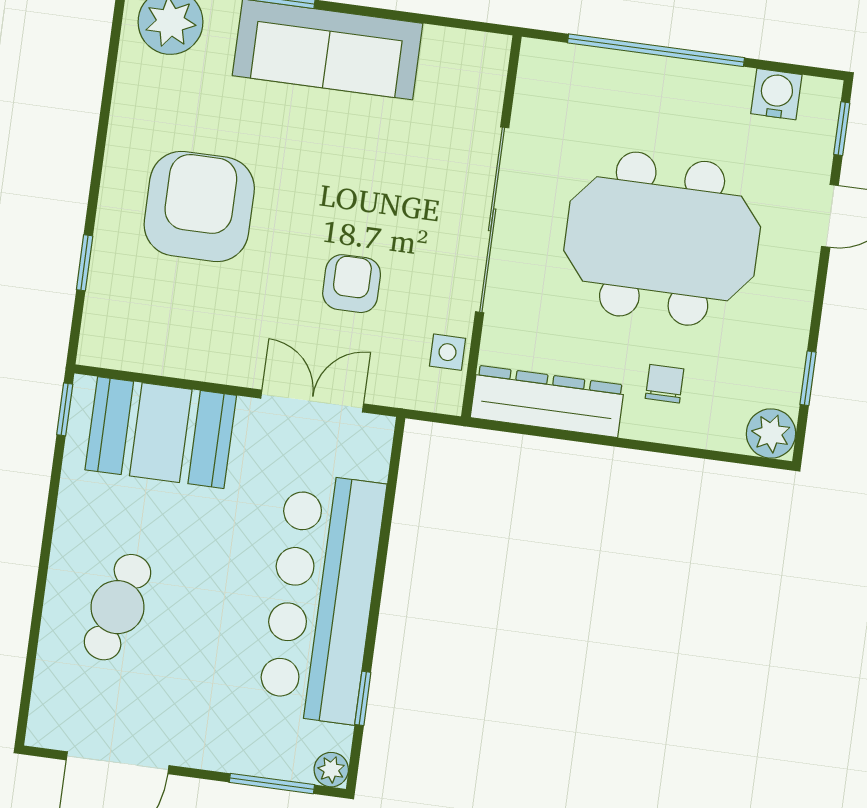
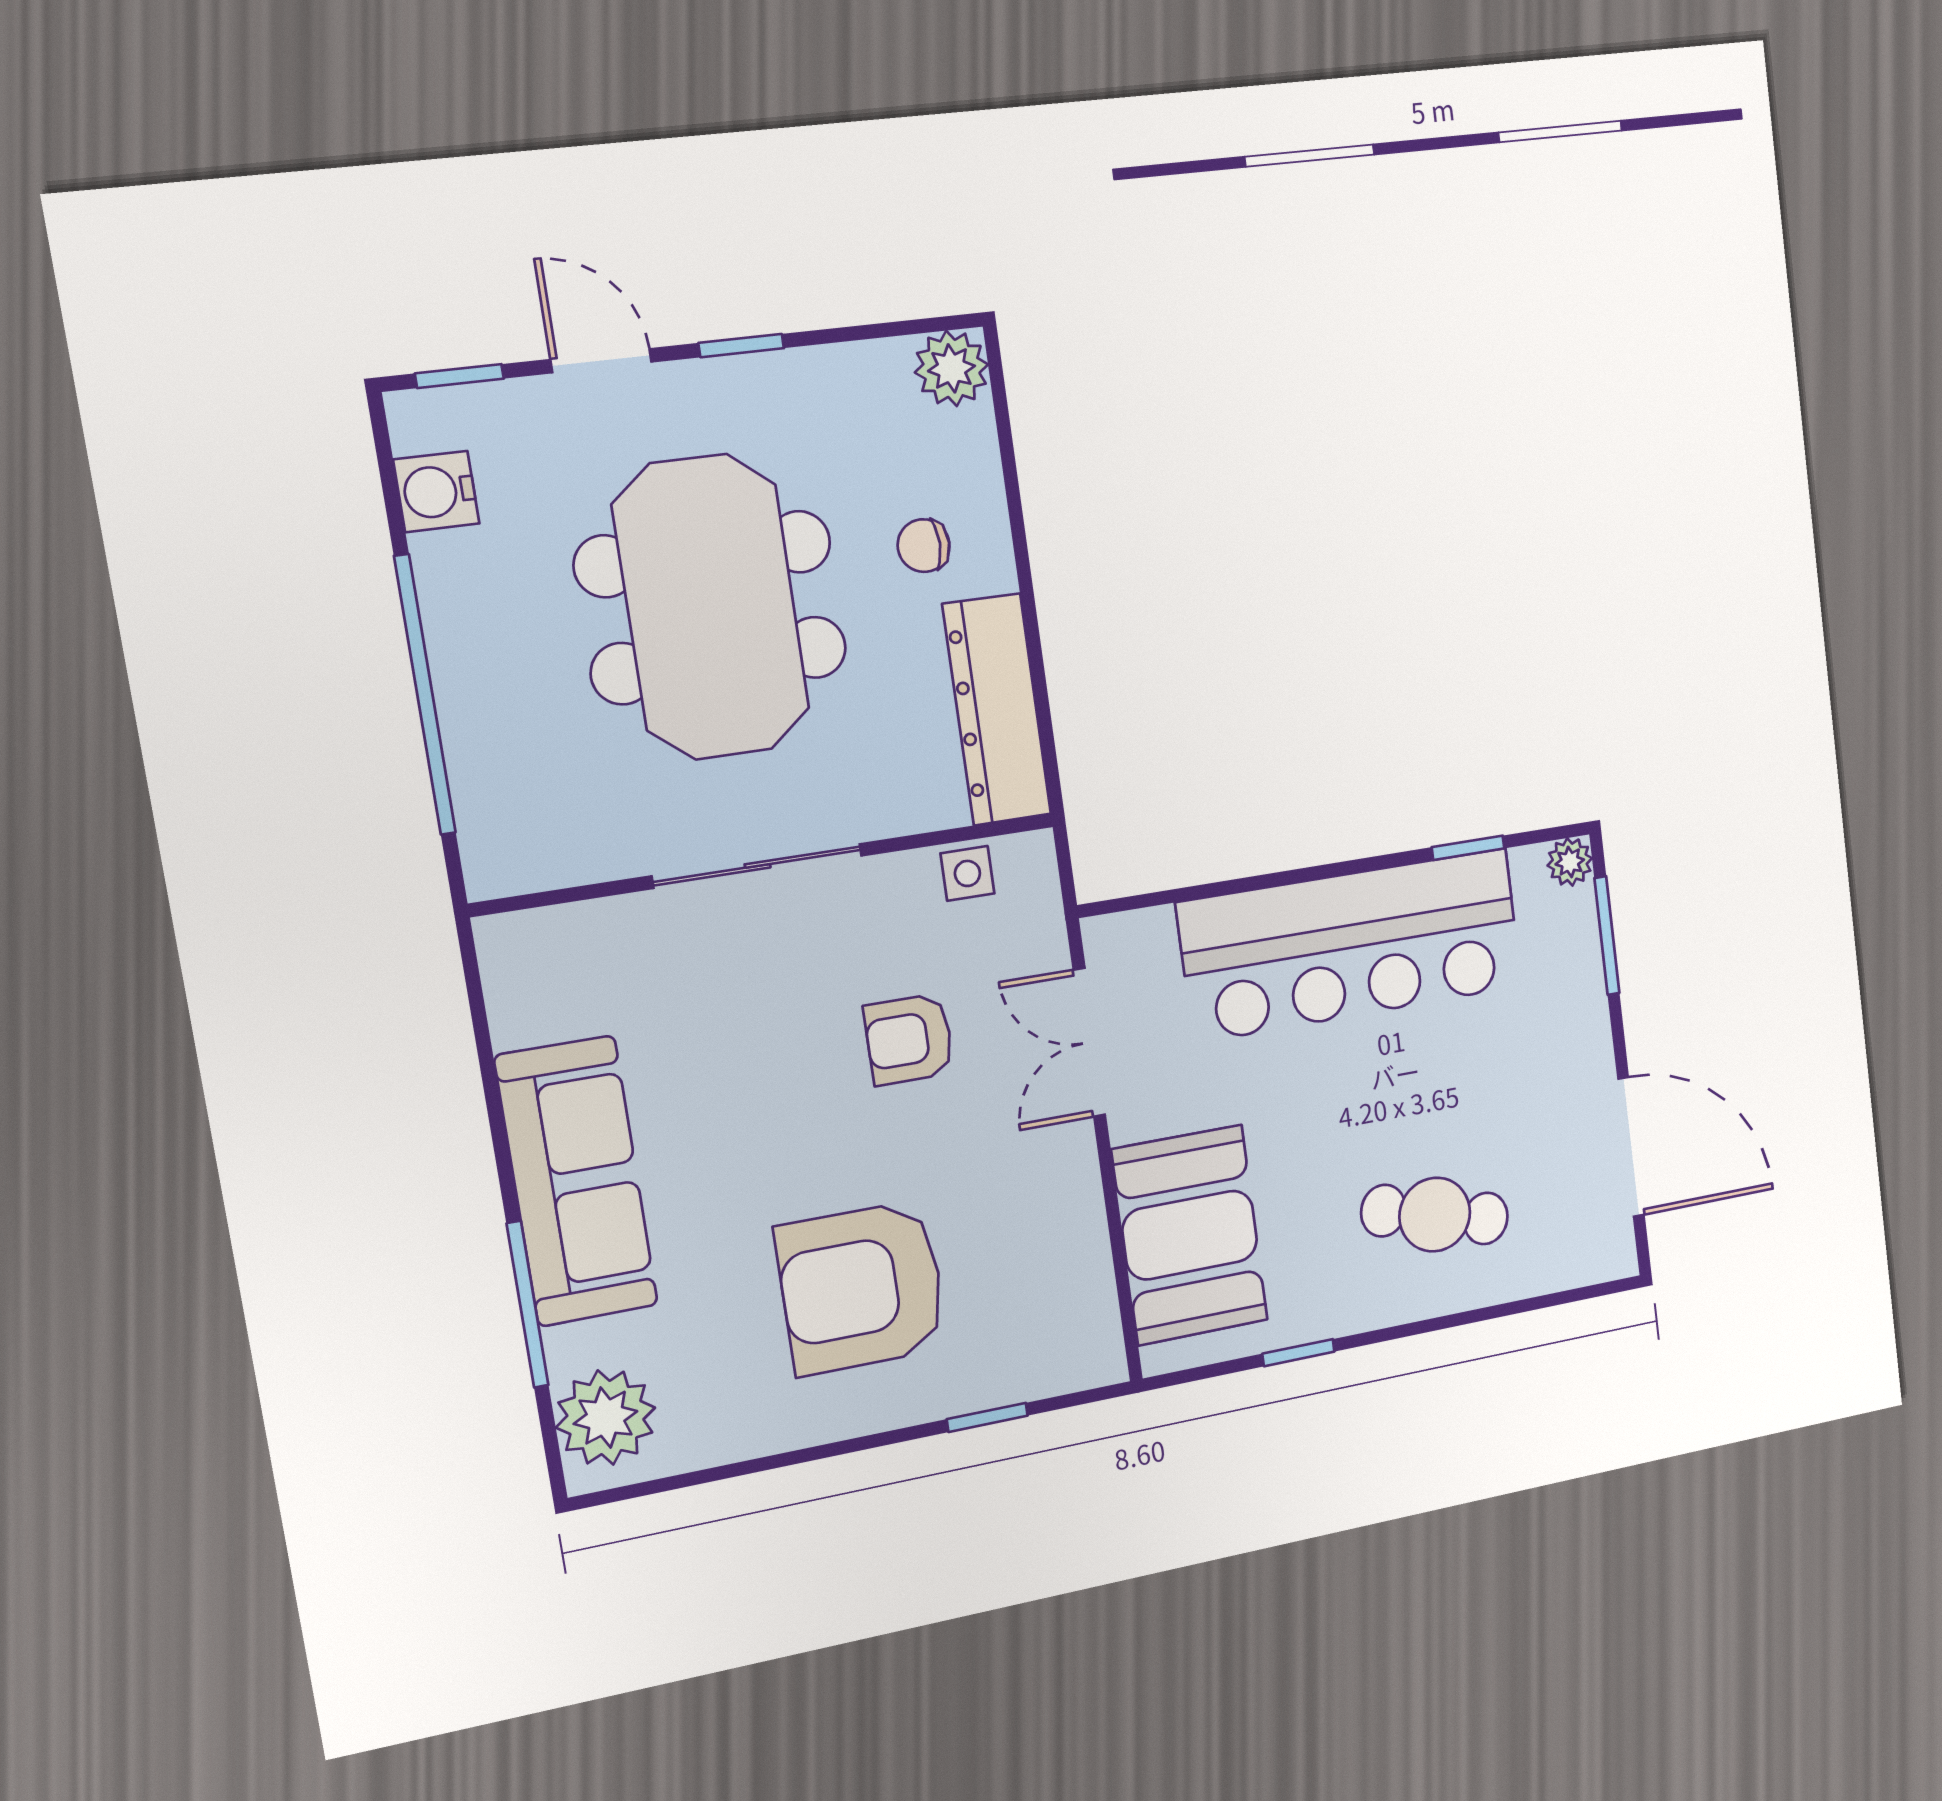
sliding door: (492, 220) -> (758, 866), width x0.73
window: (808, 378) -> (741, 346), moved
window: (65, 409) -> (1298, 1353), moved

